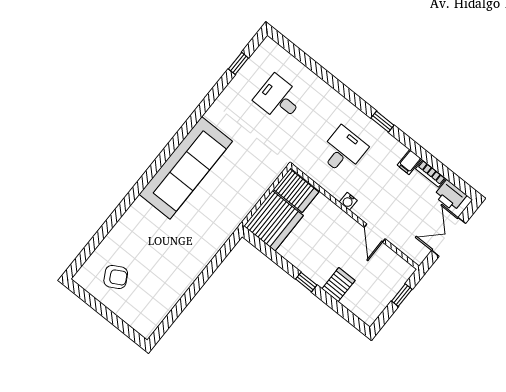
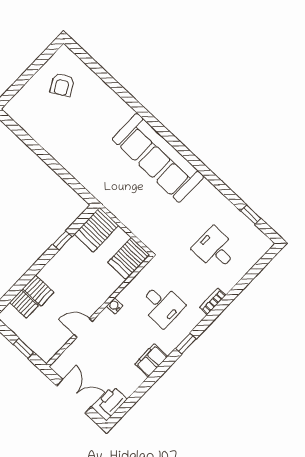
desk: (279, 99) -> (215, 249), turned -90
filing cabinet: (409, 162) -> (151, 360), width x2.00
bookcase: (431, 174) -> (213, 302), moved
server rack: (274, 221) -> (97, 230), width x0.62
window: (306, 282) -> (62, 240), moved
server rack: (354, 299) -> (24, 304), added

